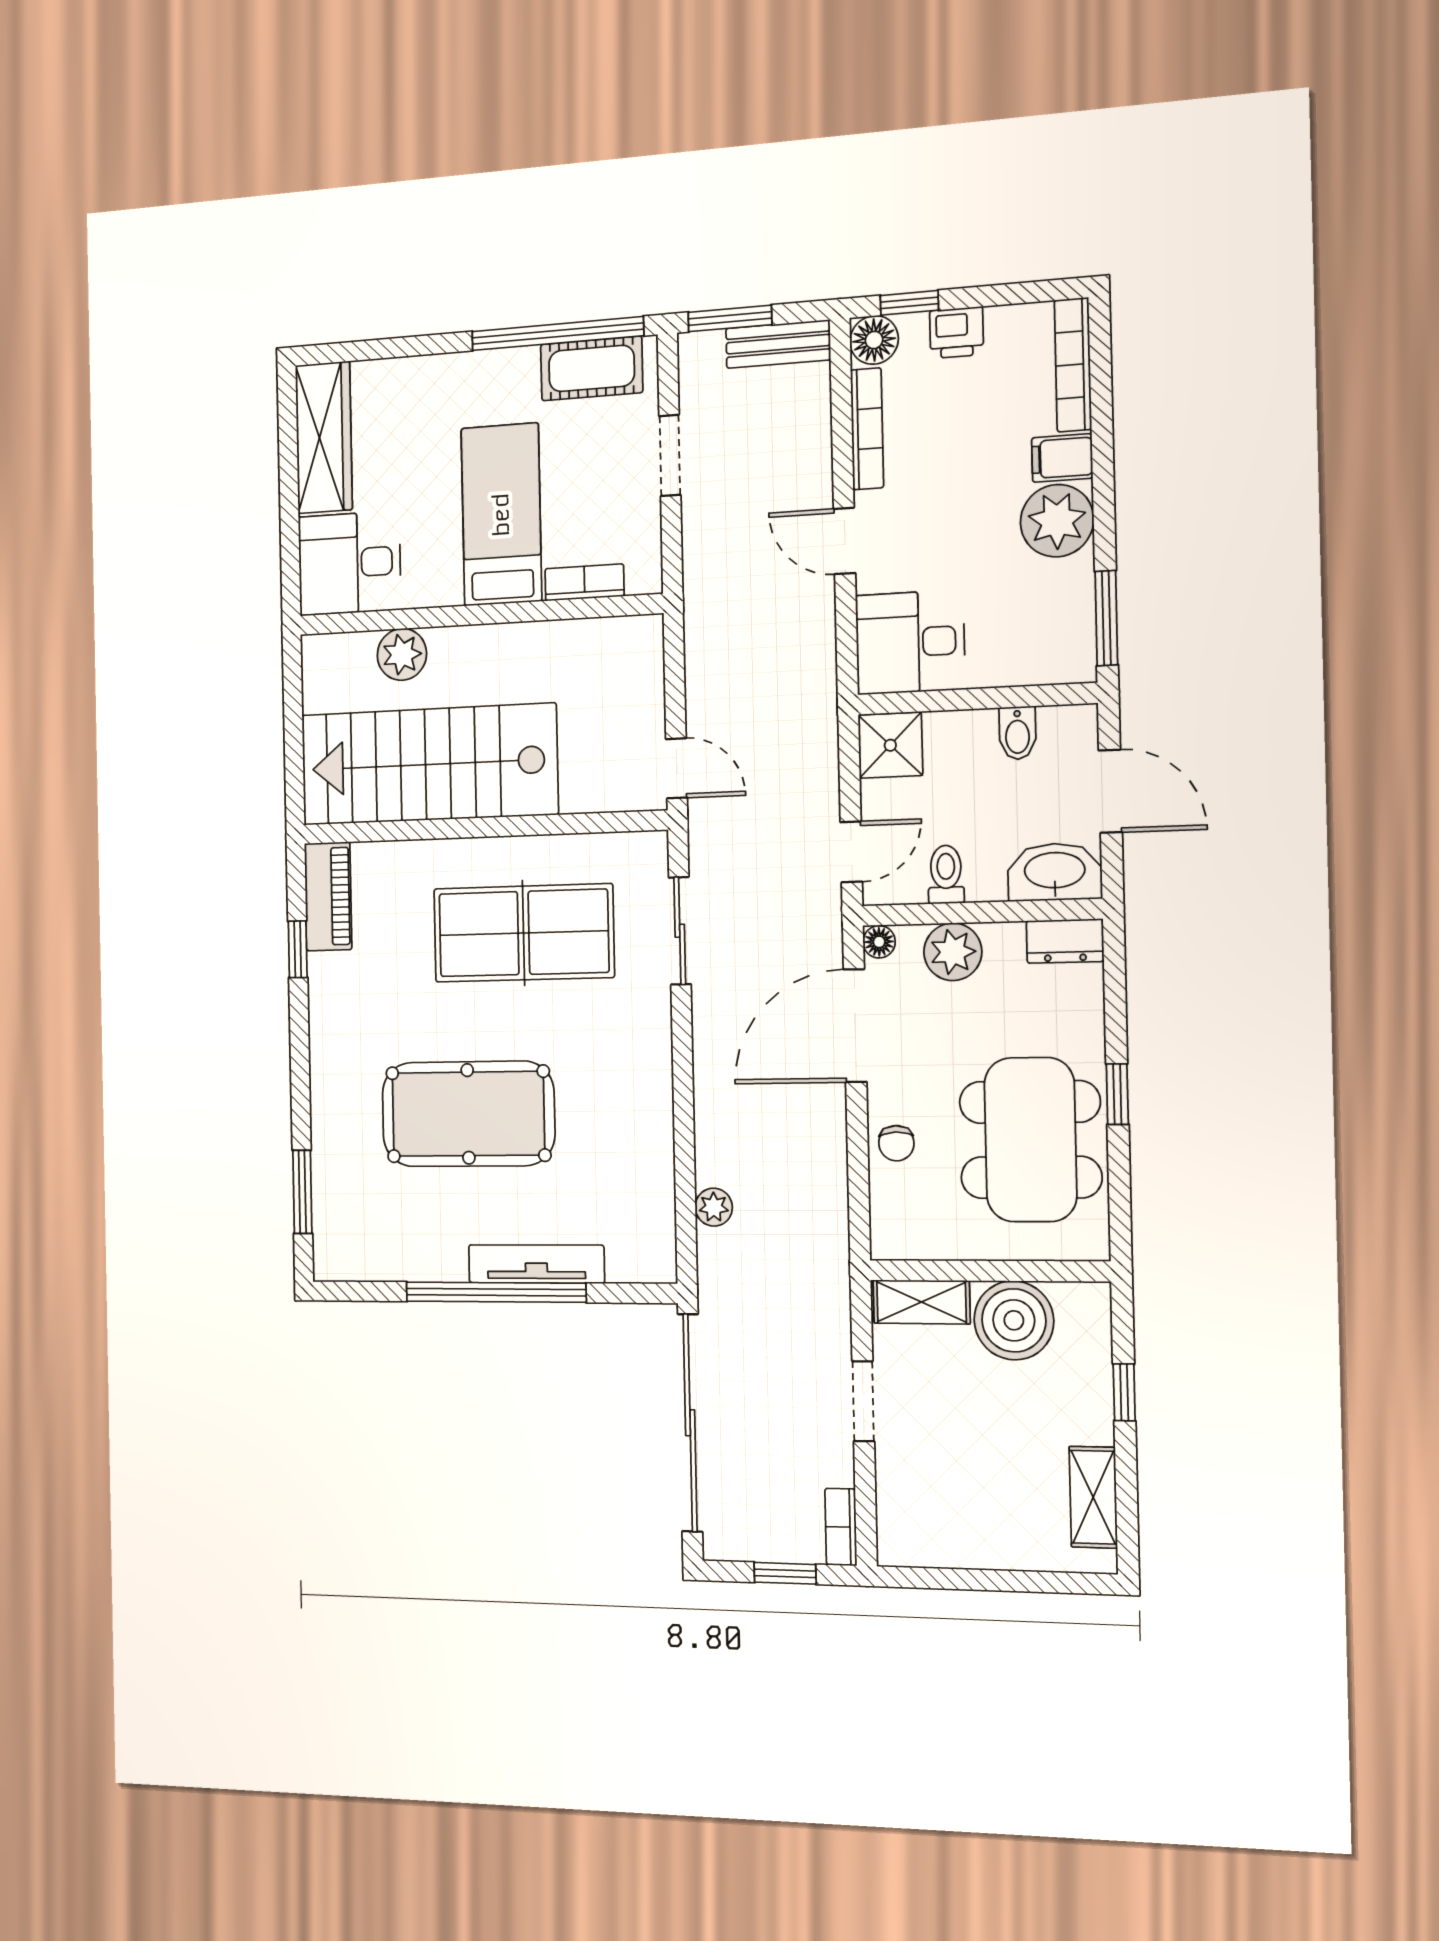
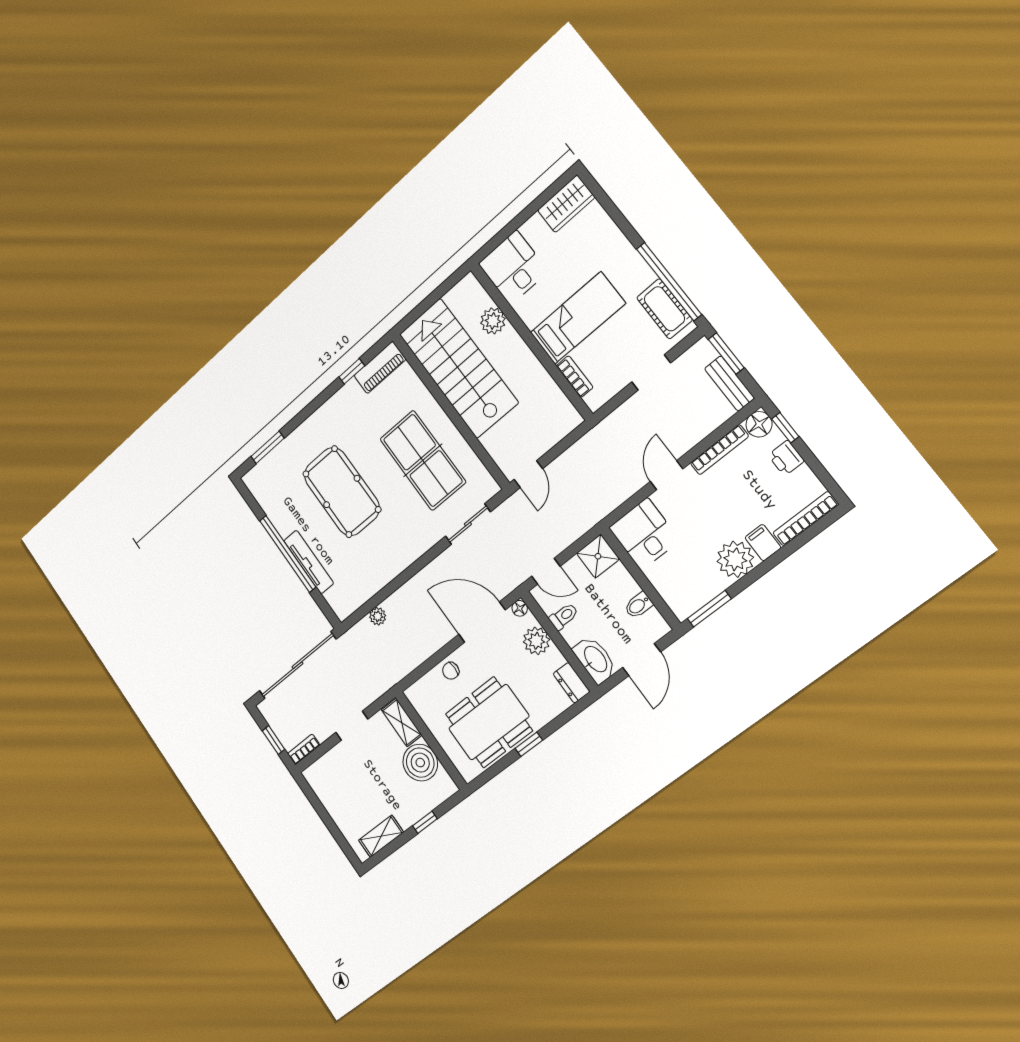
wardrobe: (324, 437) -> (566, 204), width x0.67

